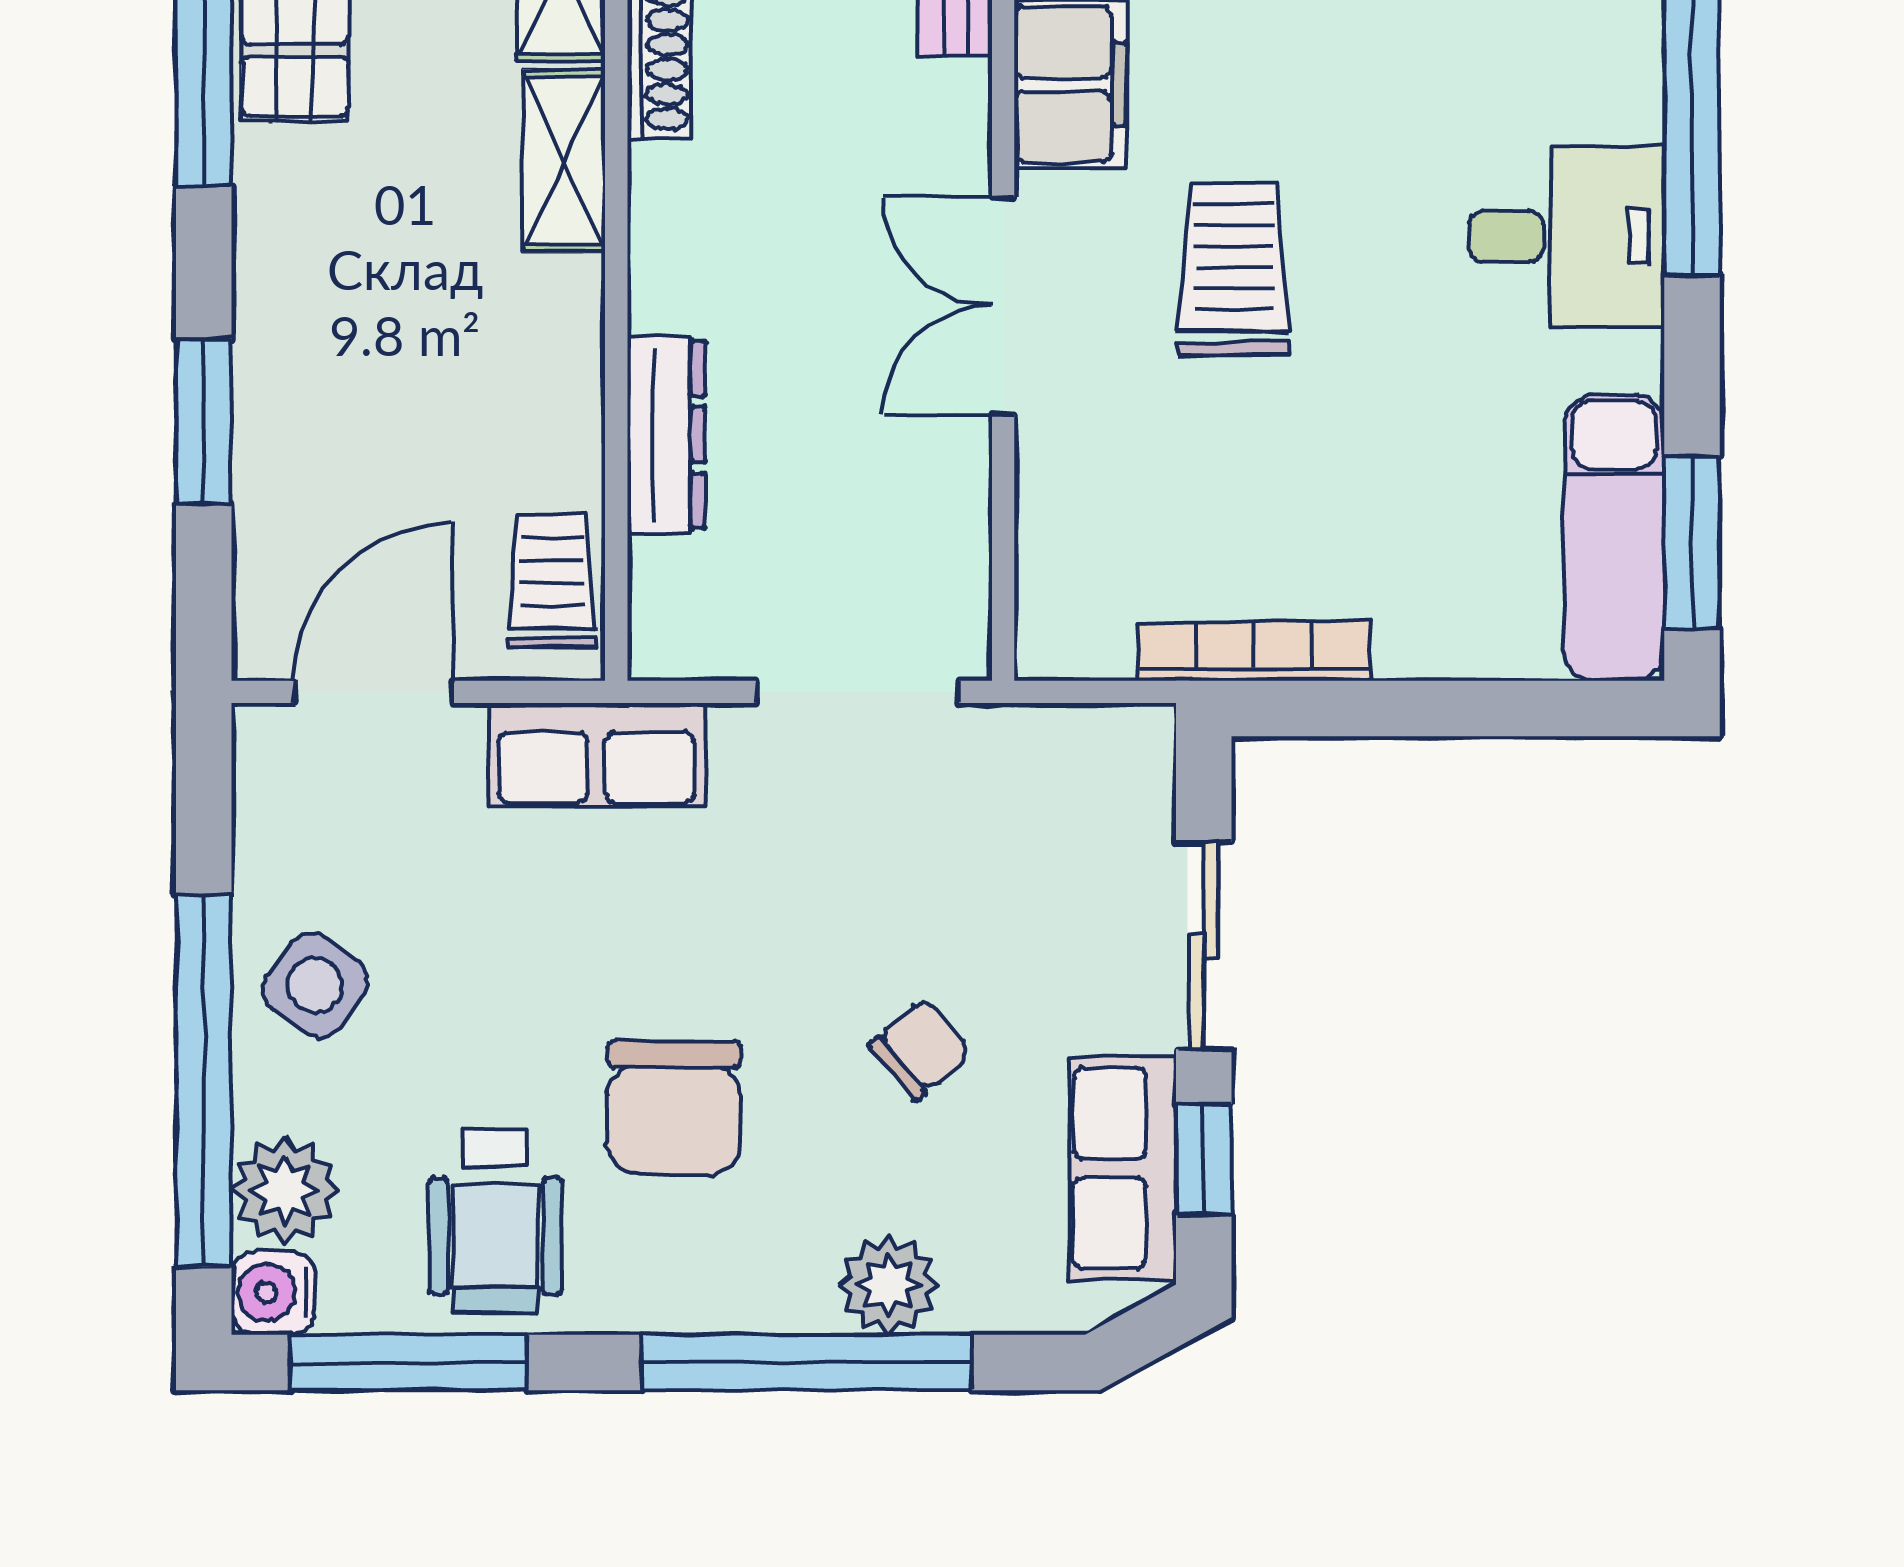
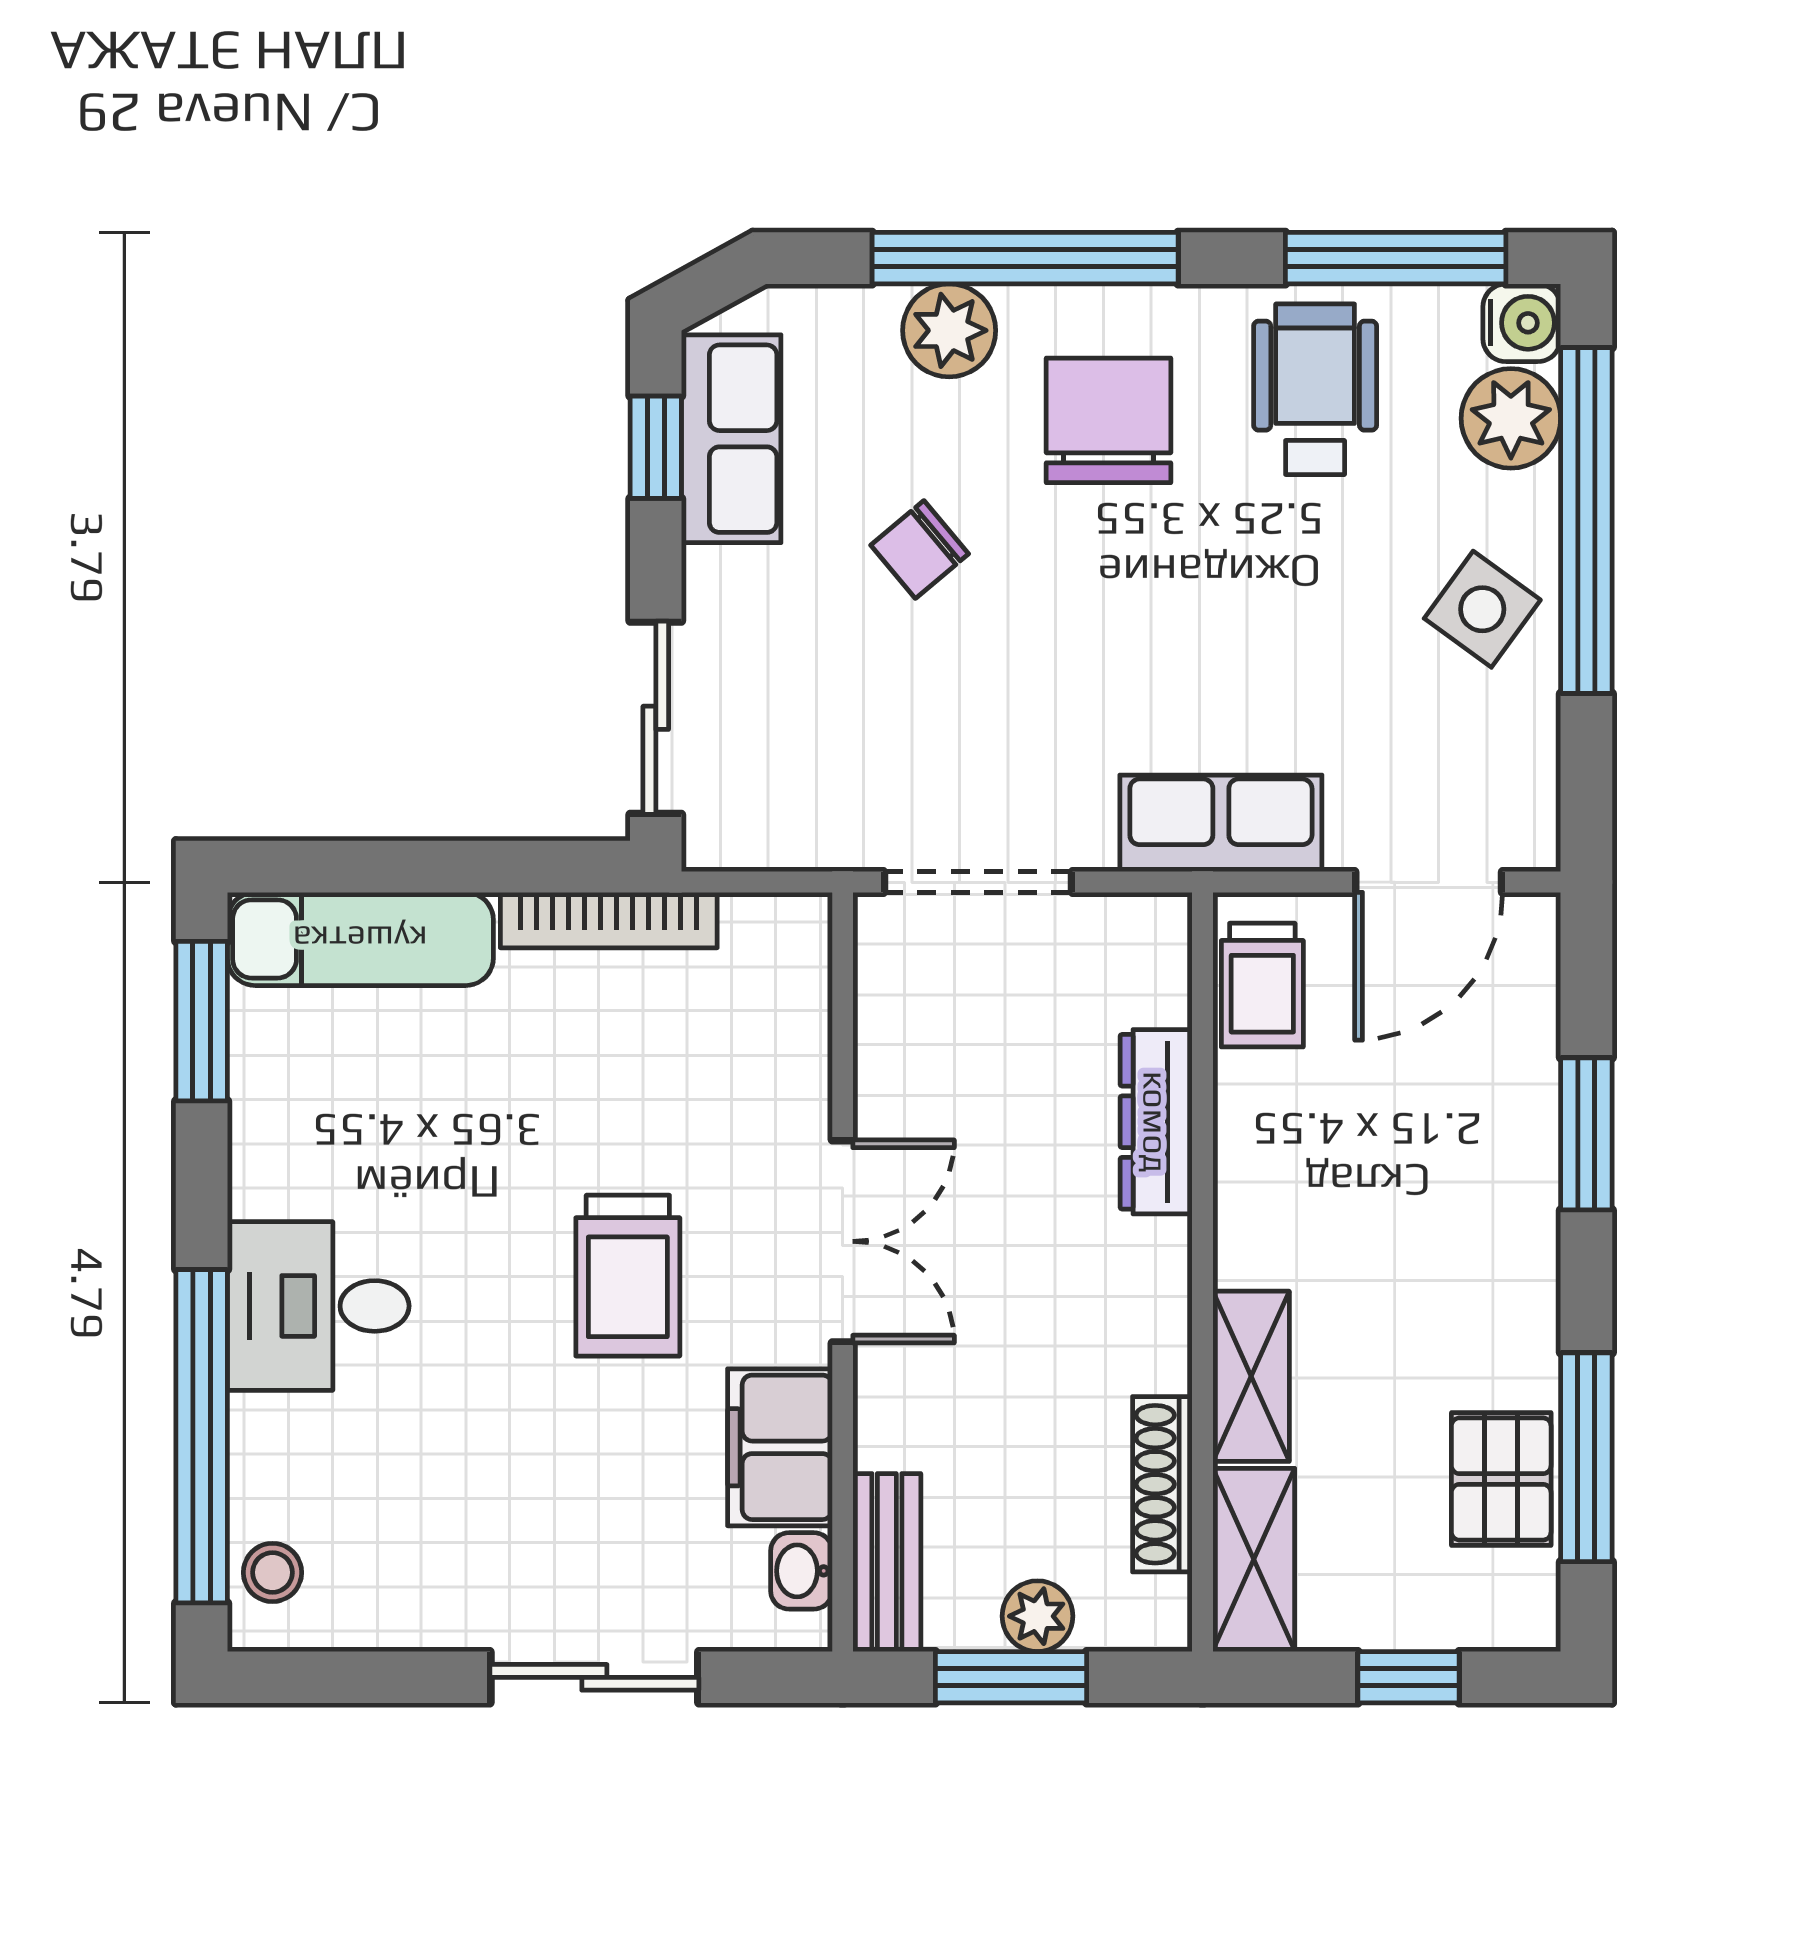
exam couch: (1614, 538) -> (360, 939), moved, turned 90
sliding door: (1204, 946) -> (656, 718), moved
chair: (674, 1108) -> (1109, 420), moved

